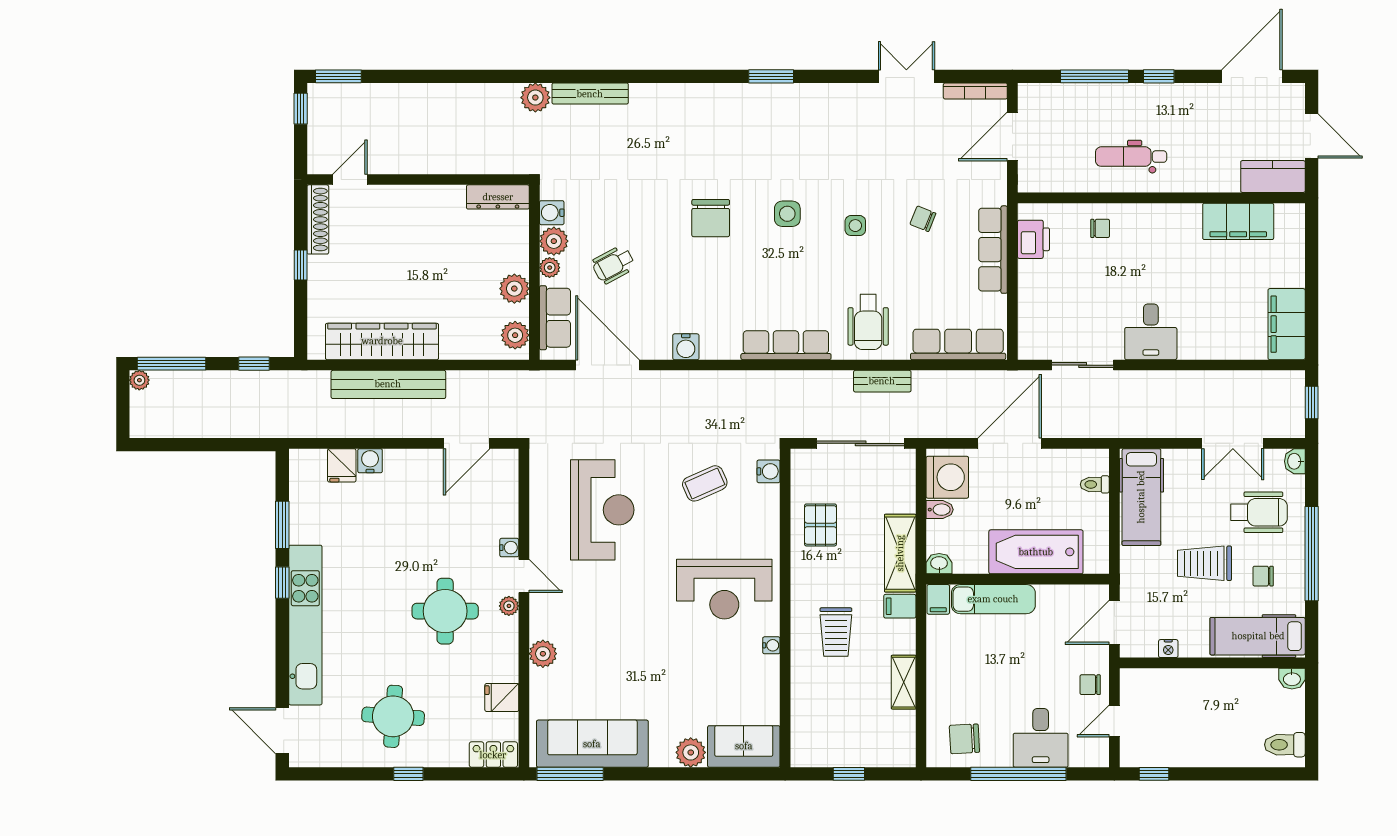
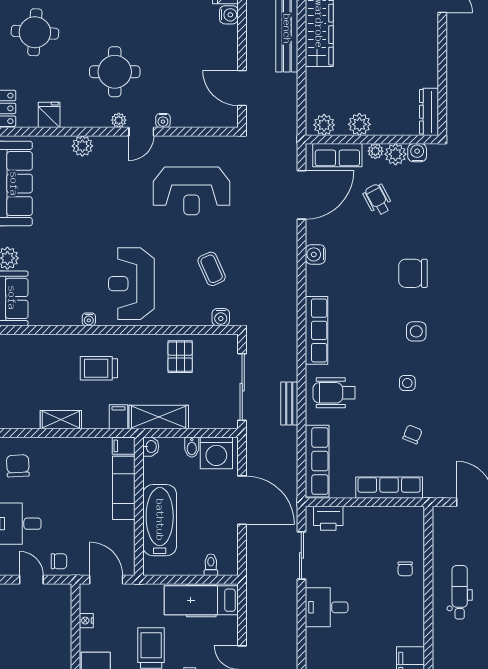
printer: (1034, 239) -> (328, 518), moved
pallet: (820, 525) -> (180, 357), turned 90
chair: (1090, 685) -> (59, 561), turned 90

